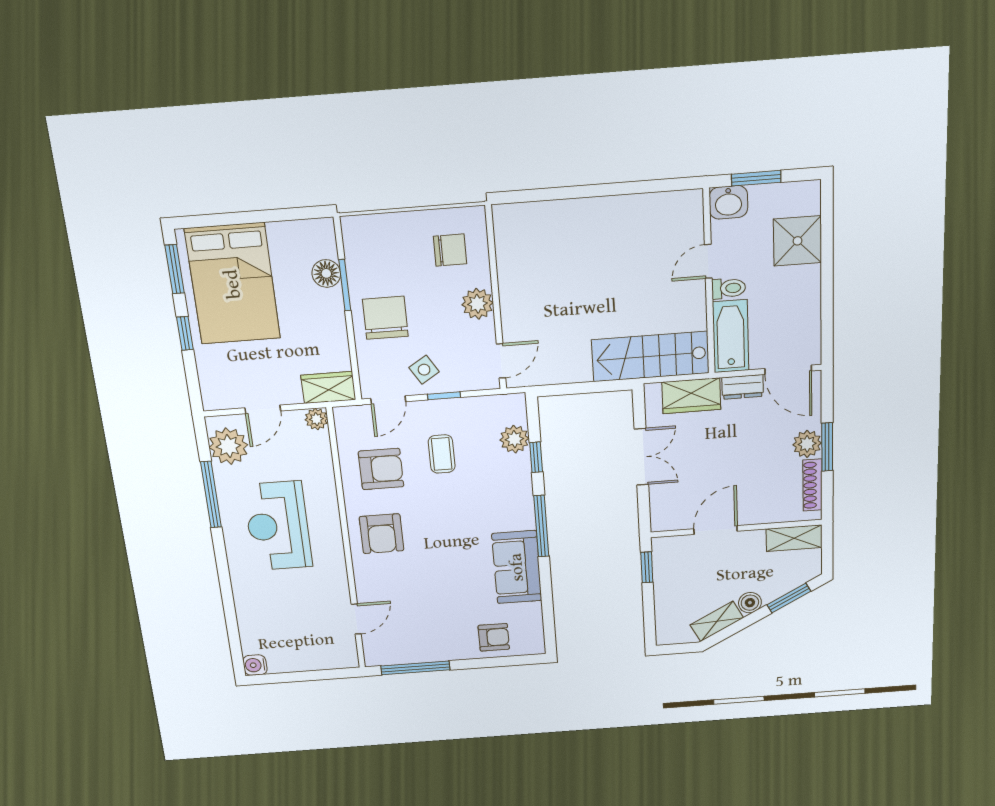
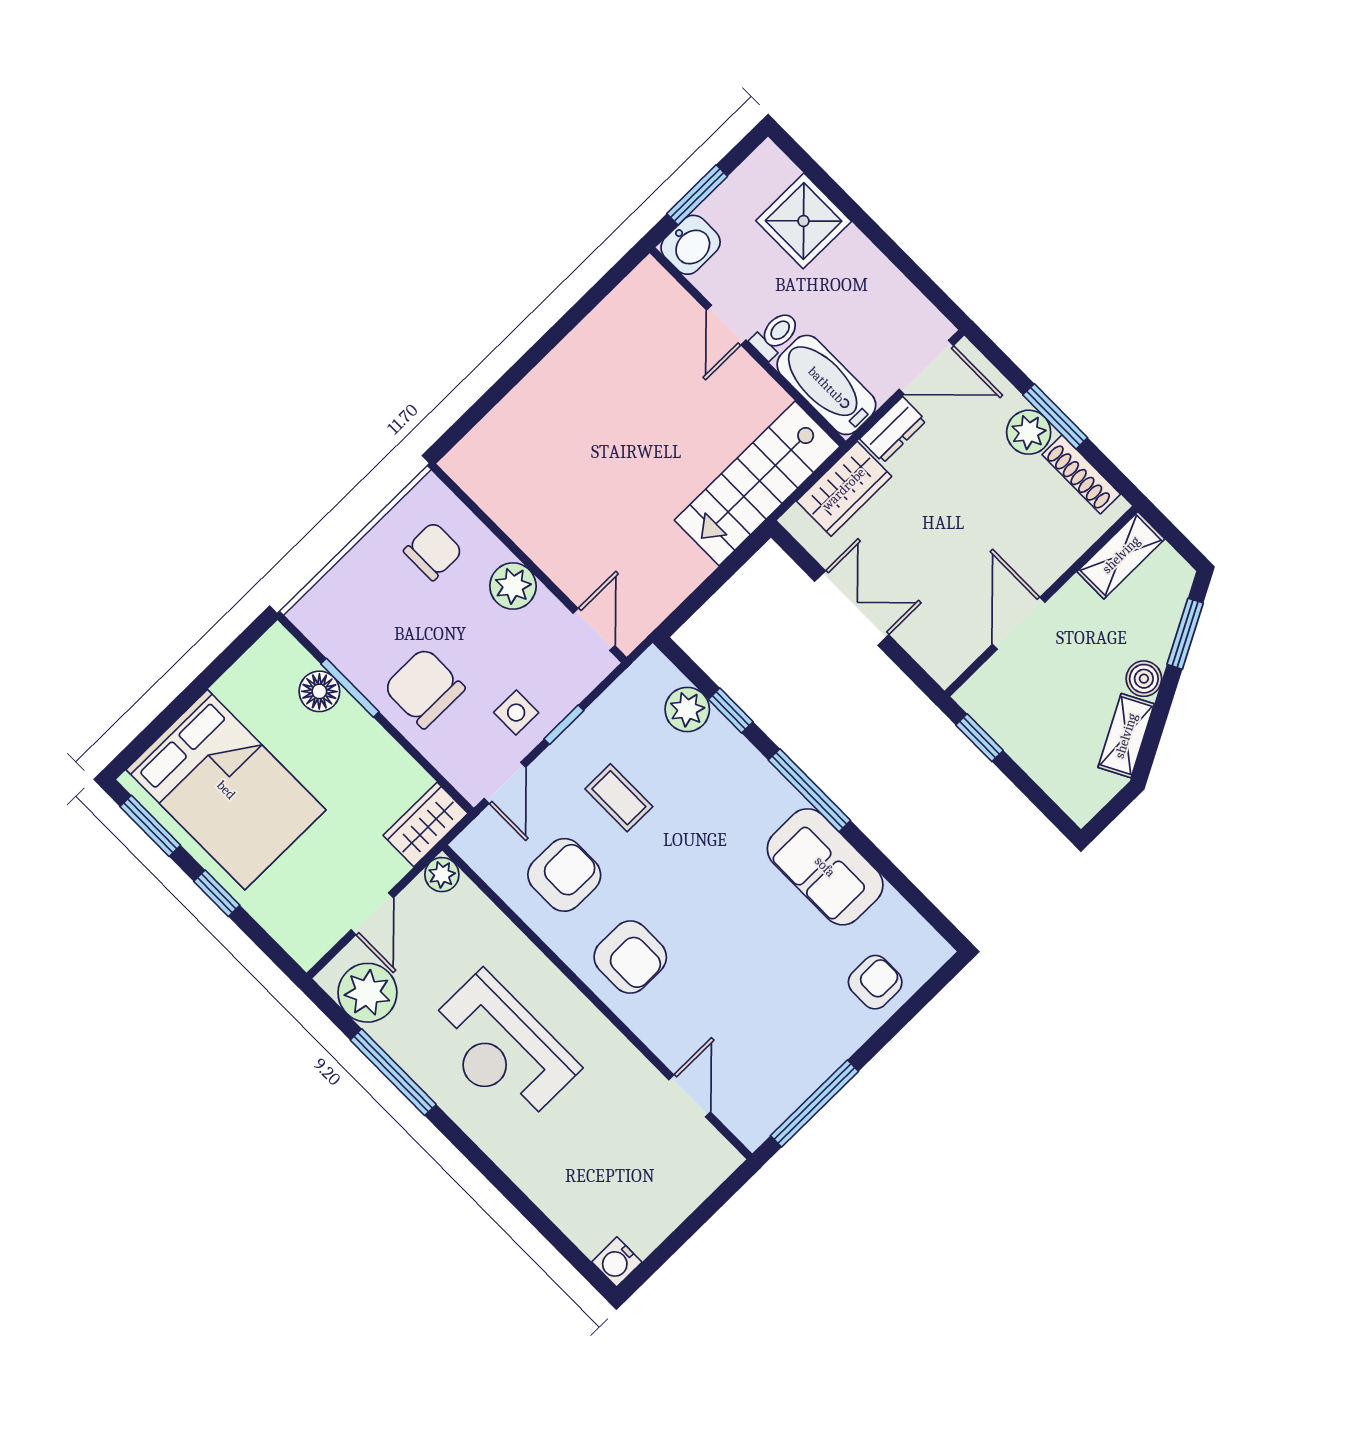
side table: (424, 370) -> (516, 713), turned 32

